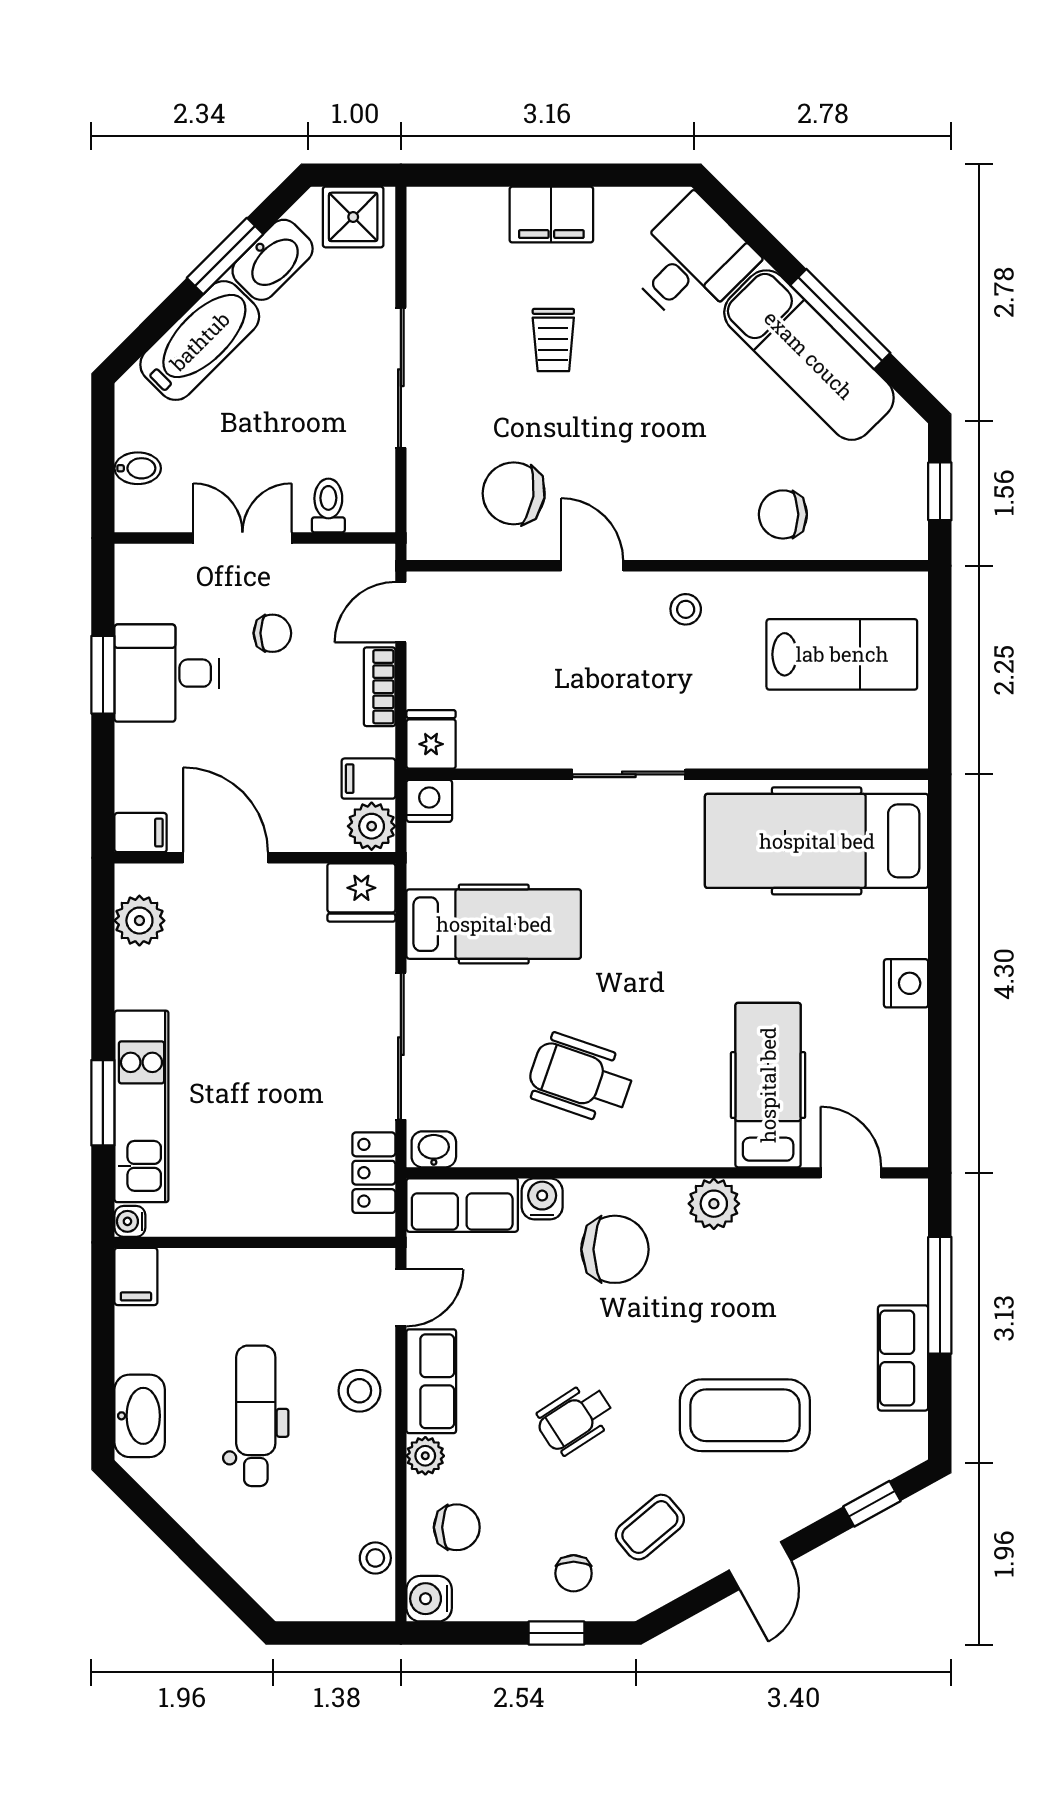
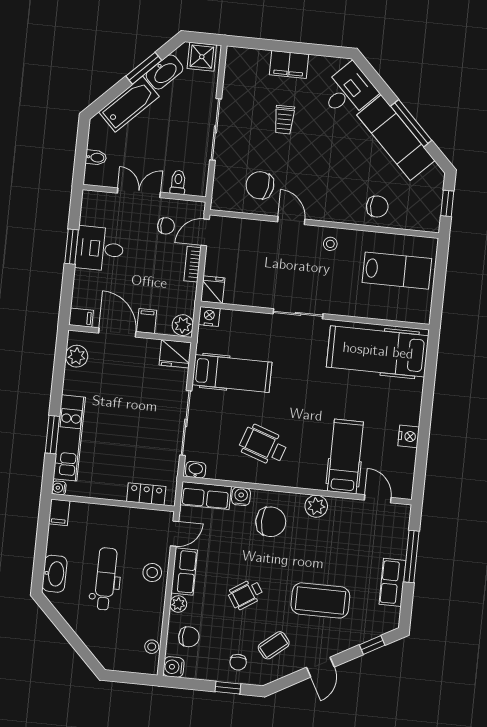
chair: (783, 514) -> (377, 207), turned 180
chair: (272, 633) -> (166, 226), moved
filing cabinet: (368, 779) -> (147, 321), moved, turned 90
nightstand: (906, 983) -> (409, 436), moved
locker: (374, 1173) -> (146, 494), moved, turned 90

